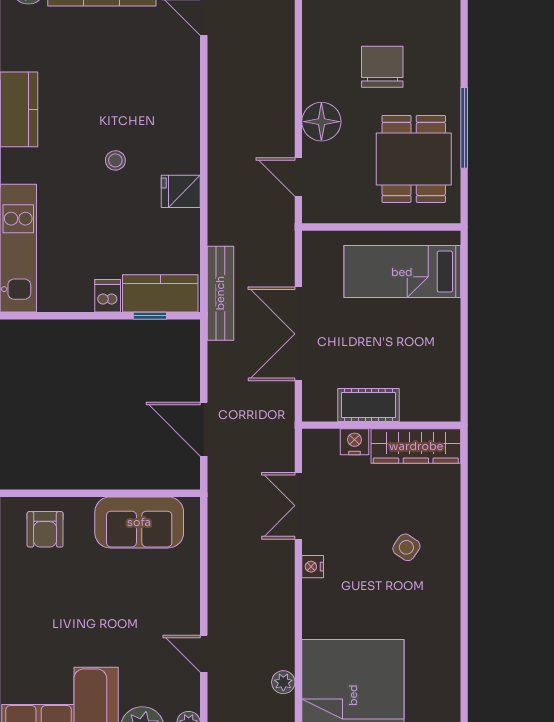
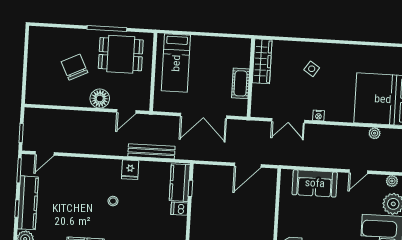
chair: (382, 67) -> (74, 67), turned 64
bench: (220, 293) -> (151, 151), moved
nightstand: (355, 442) -> (258, 91), removed
sofa: (139, 522) -> (315, 183), moved, turned 90

